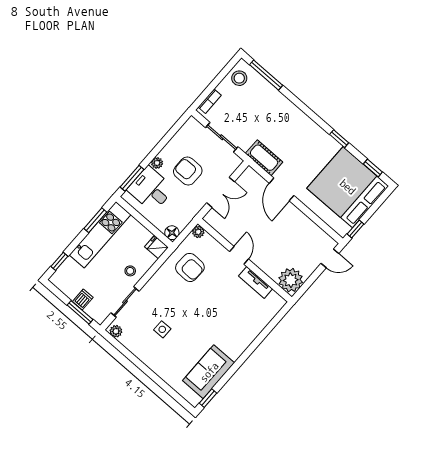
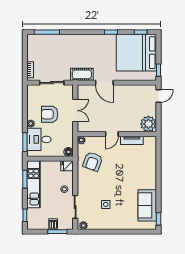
stool: (239, 78) -> (35, 45), removed
door: (239, 255) -> (112, 134), swing flipped
armchair: (190, 267) -> (93, 161), turned 108

